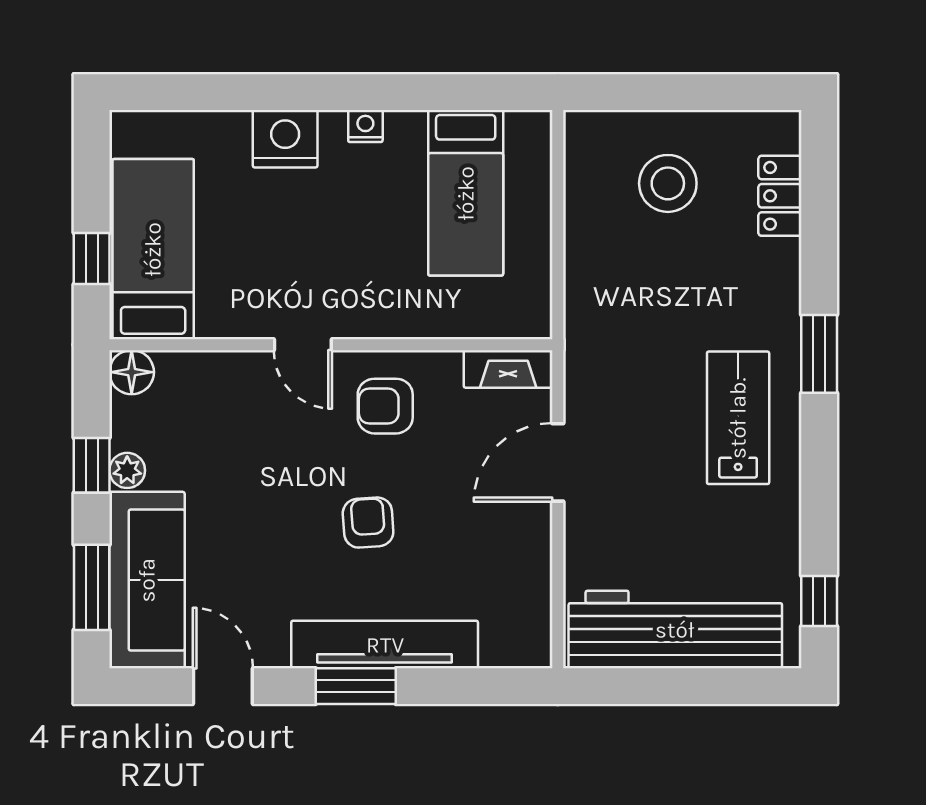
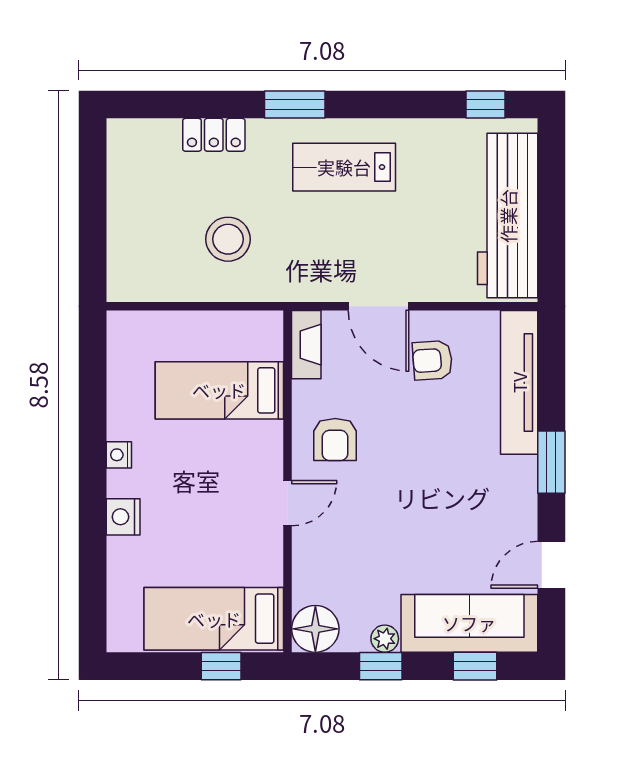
nightstand: (285, 139) -> (123, 517), width x0.74, depth x0.75
stool: (668, 183) -> (228, 239), moved
bed: (466, 193) -> (219, 390), moved, turned 180
locker: (780, 196) -> (214, 135), moved
floor lamp: (132, 372) -> (315, 629), width x1.38, depth x1.38
armchair: (368, 523) -> (432, 360), moved
window: (92, 587) -> (475, 666), width x0.67
tv unit: (385, 645) -> (519, 382), moved

